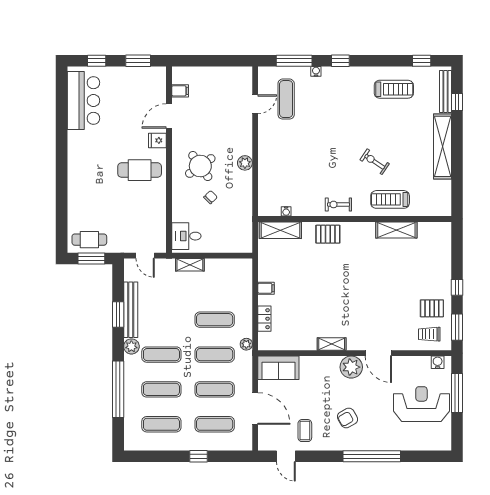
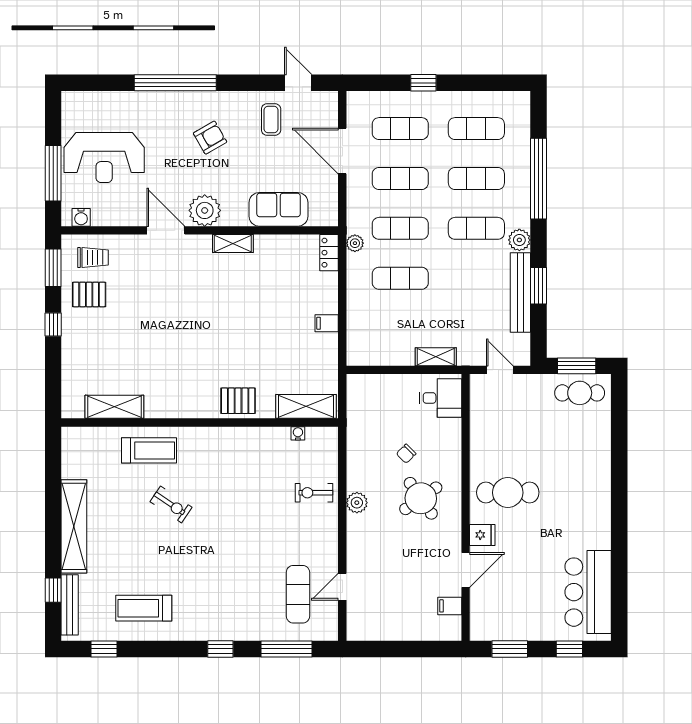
water cooler: (316, 71) -> (255, 634), removed
exercise bike: (338, 204) -> (314, 493), moved, turned 180
shelving: (396, 230) -> (114, 407), moved
locker: (264, 319) -> (329, 253), moved
sofa: (278, 368) -> (279, 209), moved

